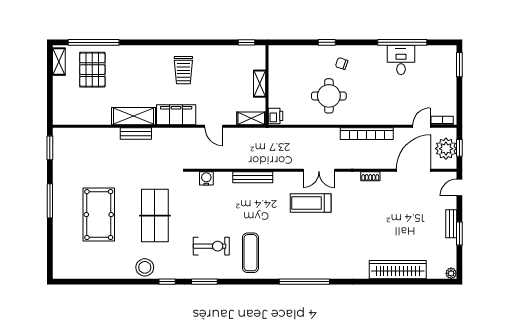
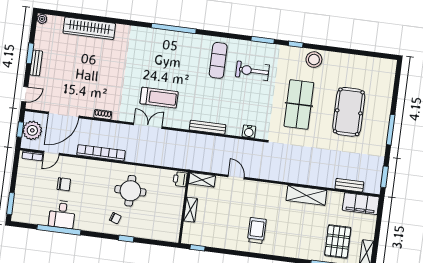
chair: (403, 94) -> (64, 184), added
filing cabinet: (176, 115) -> (361, 204), moved
bench: (136, 134) -> (349, 185), moved

